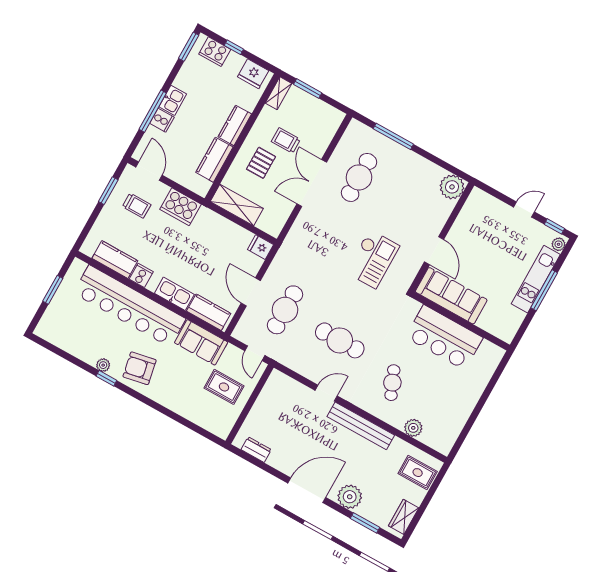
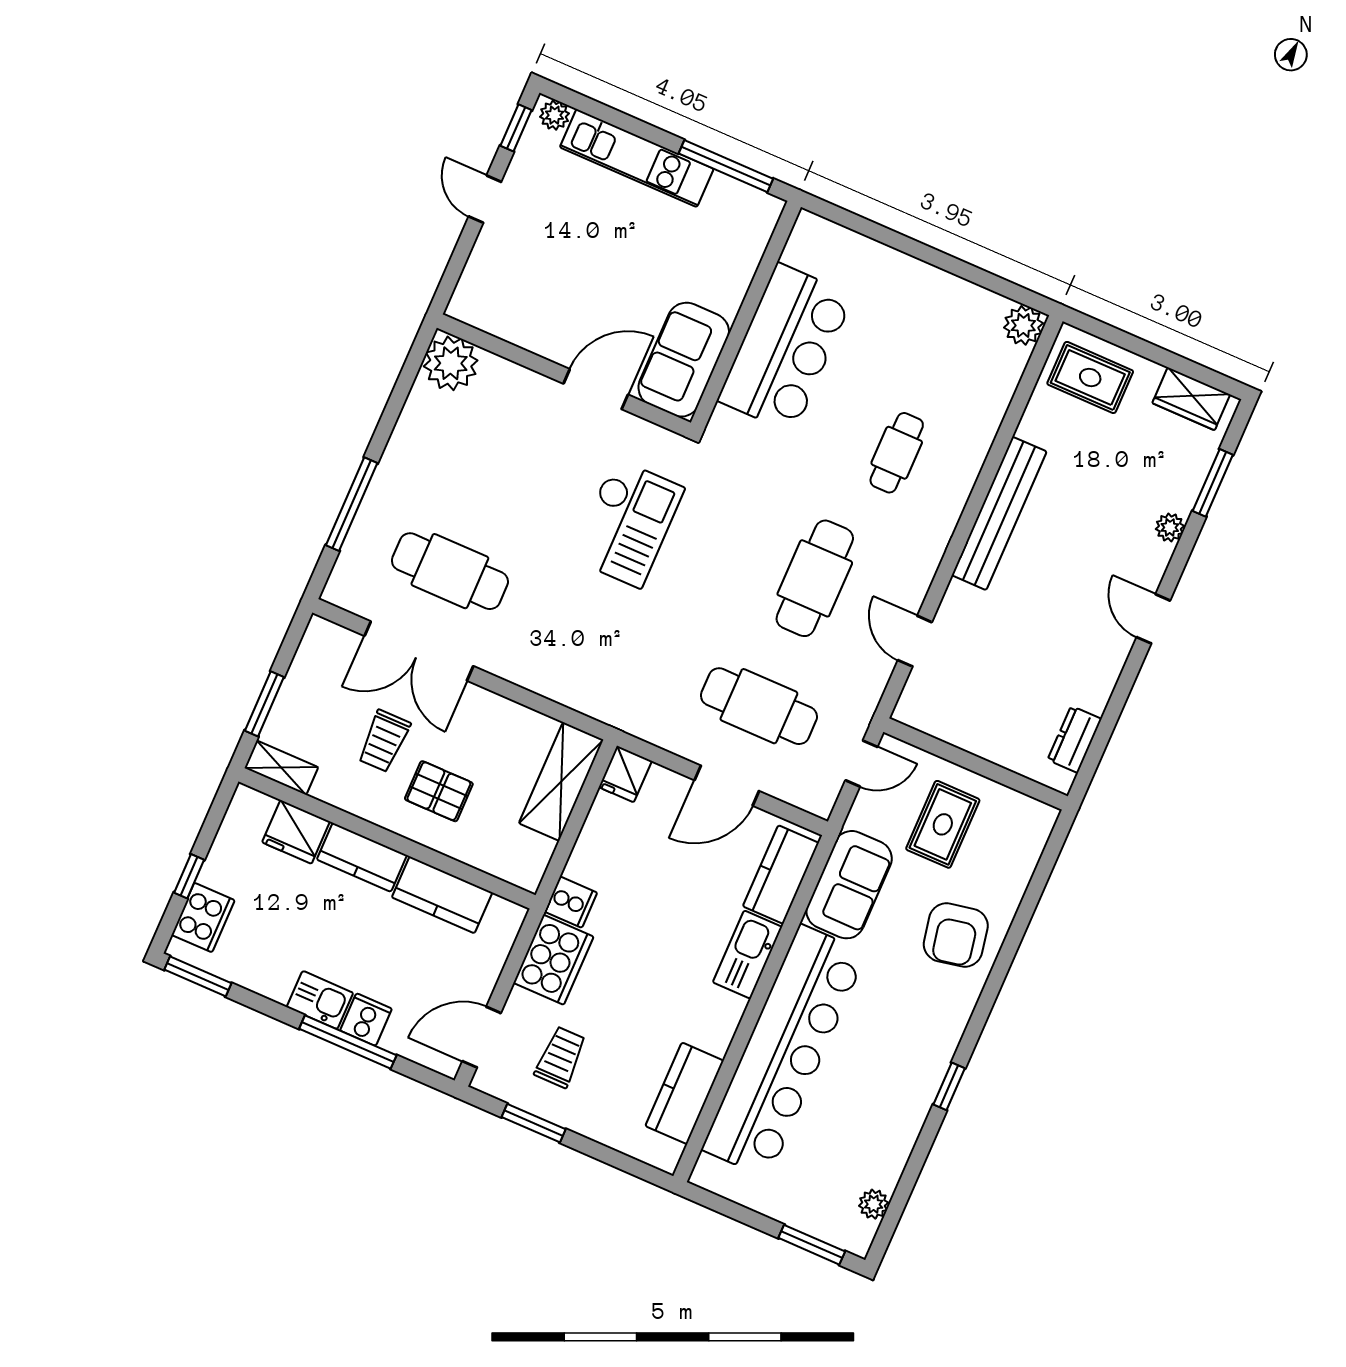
fridge: (253, 74) -> (296, 832), moved, turned 90
double door: (312, 183) -> (419, 651), moved
shelving: (237, 205) -> (561, 782), moved
checkout: (373, 259) -> (628, 523), turned 90
cooker: (141, 275) -> (571, 902), moved, turned 180
window: (53, 290) -> (812, 1245), moved
window: (544, 290) -> (726, 166), moved
sofa: (451, 296) -> (684, 360), width x0.73
plant: (103, 365) -> (874, 1204), moved
armchair: (140, 368) -> (956, 935), moved
cafe table: (392, 383) -> (897, 453), turned -67
door: (326, 393) -> (915, 641), moved
plant: (413, 428) -> (1023, 325), moved
rug: (418, 473) -> (1090, 377), turned 90
door: (307, 490) -> (1153, 619), width x0.53
plant: (350, 497) -> (1170, 527), width x0.53, depth x0.53

